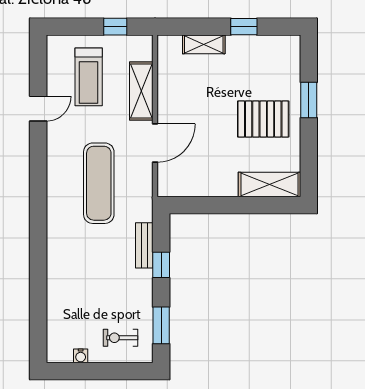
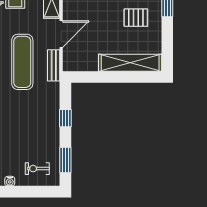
pallet: (263, 119) -> (136, 18), width x0.67, depth x0.71
shelving: (270, 184) -> (130, 63), width x1.47
bench: (144, 245) -> (54, 65), moved

